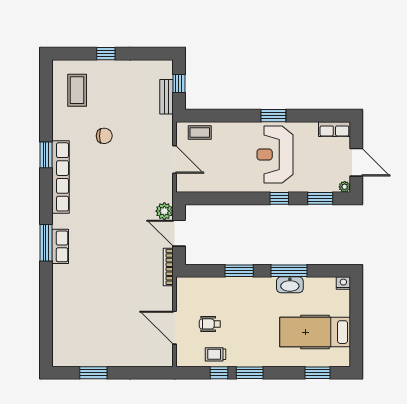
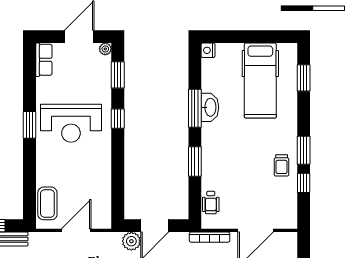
coffee table: (200, 132) -> (47, 203), width x1.36, depth x1.30
bookcase: (168, 267) -> (210, 237), moved
wheelchair: (210, 324) -> (211, 203), moved
trolley: (216, 354) -> (282, 165), moved

